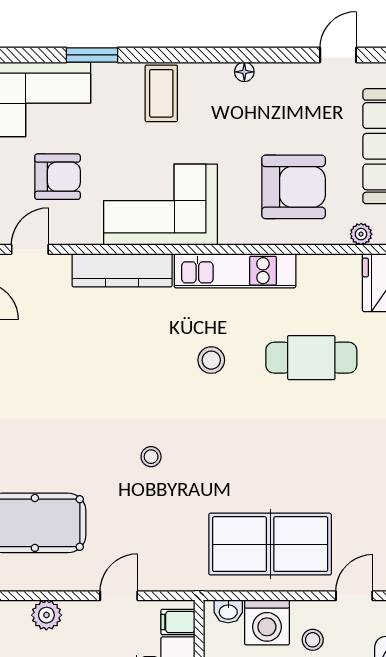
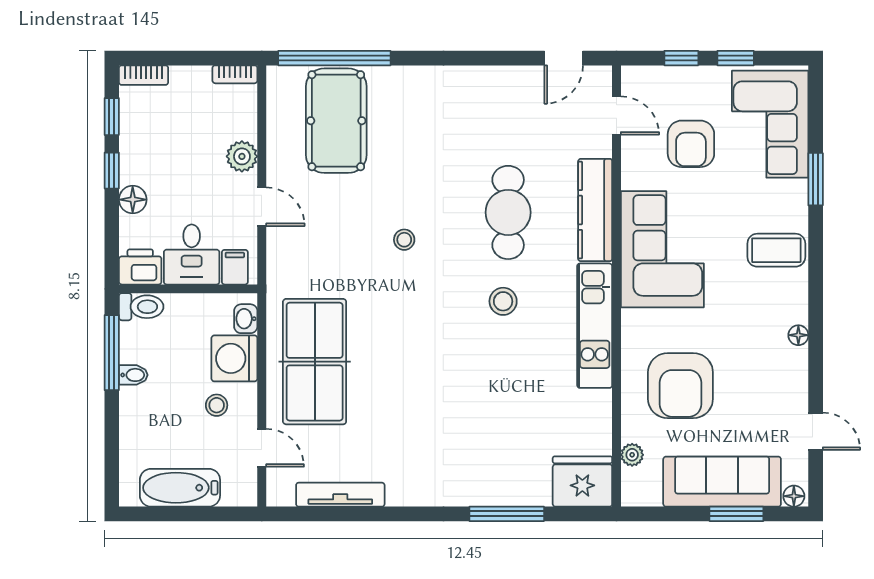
cafe table: (311, 358) -> (508, 212), moved
plant: (46, 615) -> (242, 156), moved

